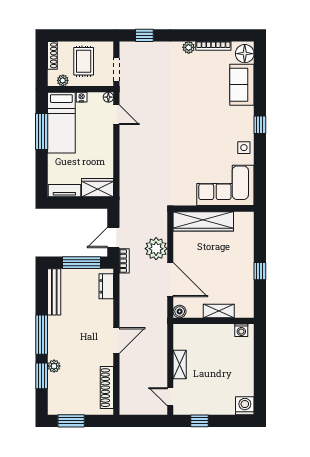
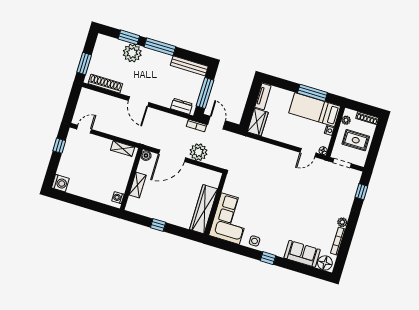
wardrobe: (203, 221) -> (204, 209), moved
shelving: (180, 364) -> (123, 149), moved
plant: (54, 366) -> (132, 53), width x1.87, depth x1.87
window: (71, 421) -> (84, 64), moved

